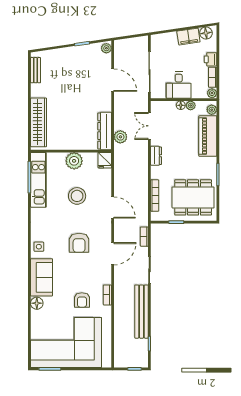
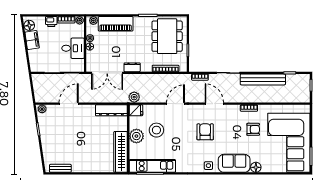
wardrobe: (39, 122) -> (121, 152), moved, turned -90
double door: (149, 126) -> (107, 73), width x1.37
plant: (120, 137) -> (134, 97), moved
stool: (77, 196) -> (156, 130), moved
armchair: (79, 243) -> (205, 132), turned -90

